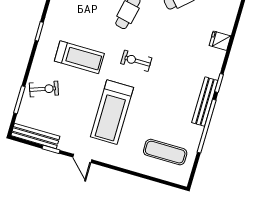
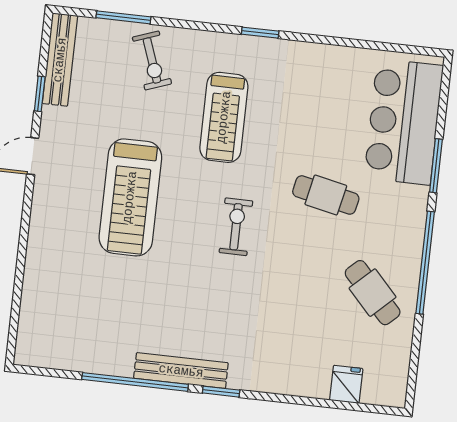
fridge: (220, 41) -> (346, 384), moved
treadmill: (112, 112) -> (130, 197), turned -90
exercise mat: (165, 152) -> (72, 312), removed

